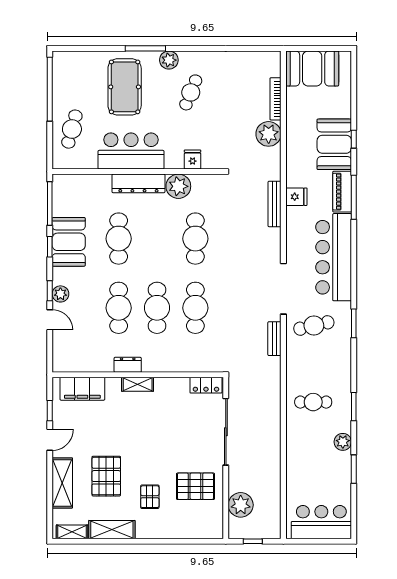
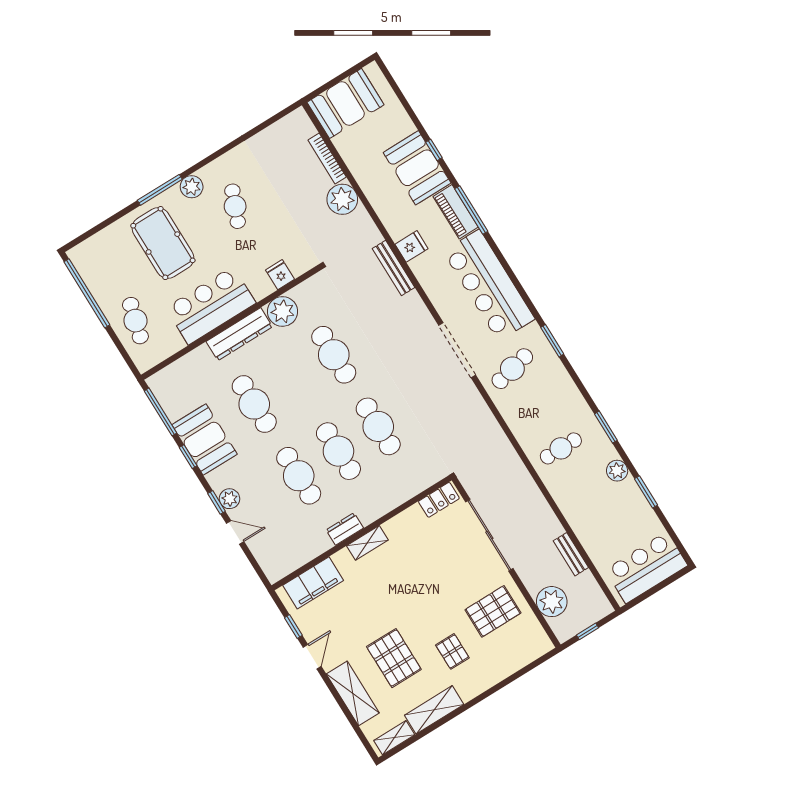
bench: (274, 339) -> (571, 554), moved

